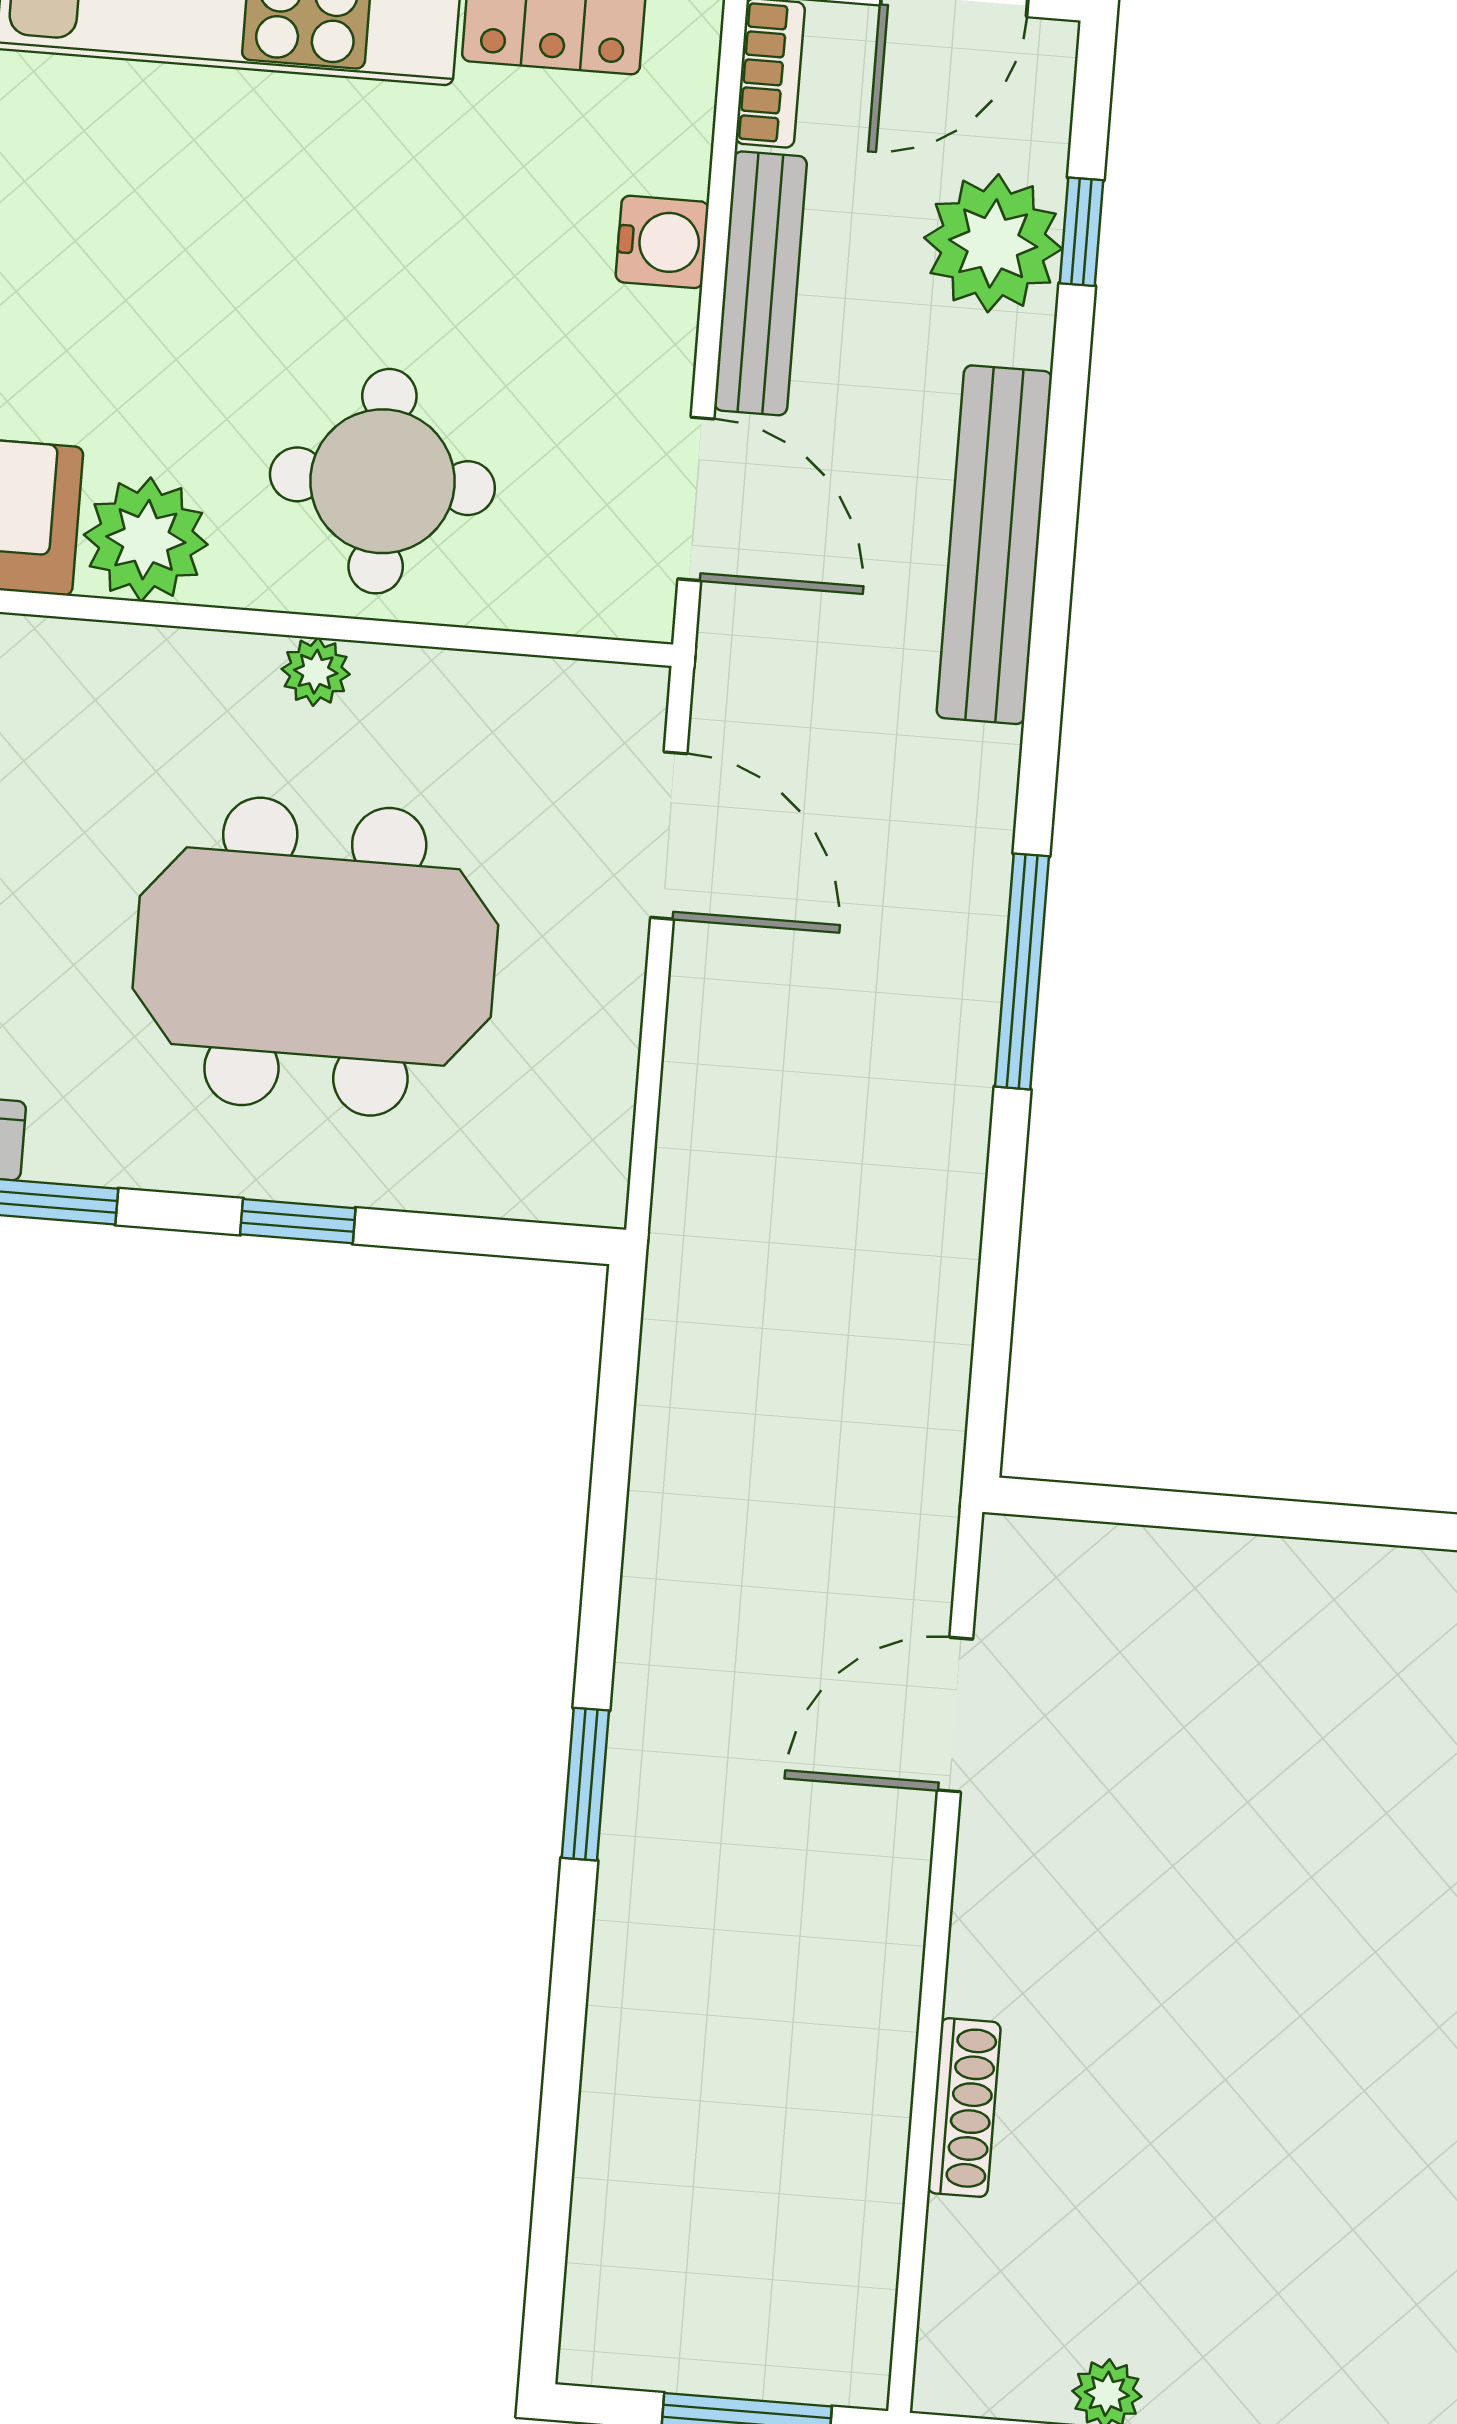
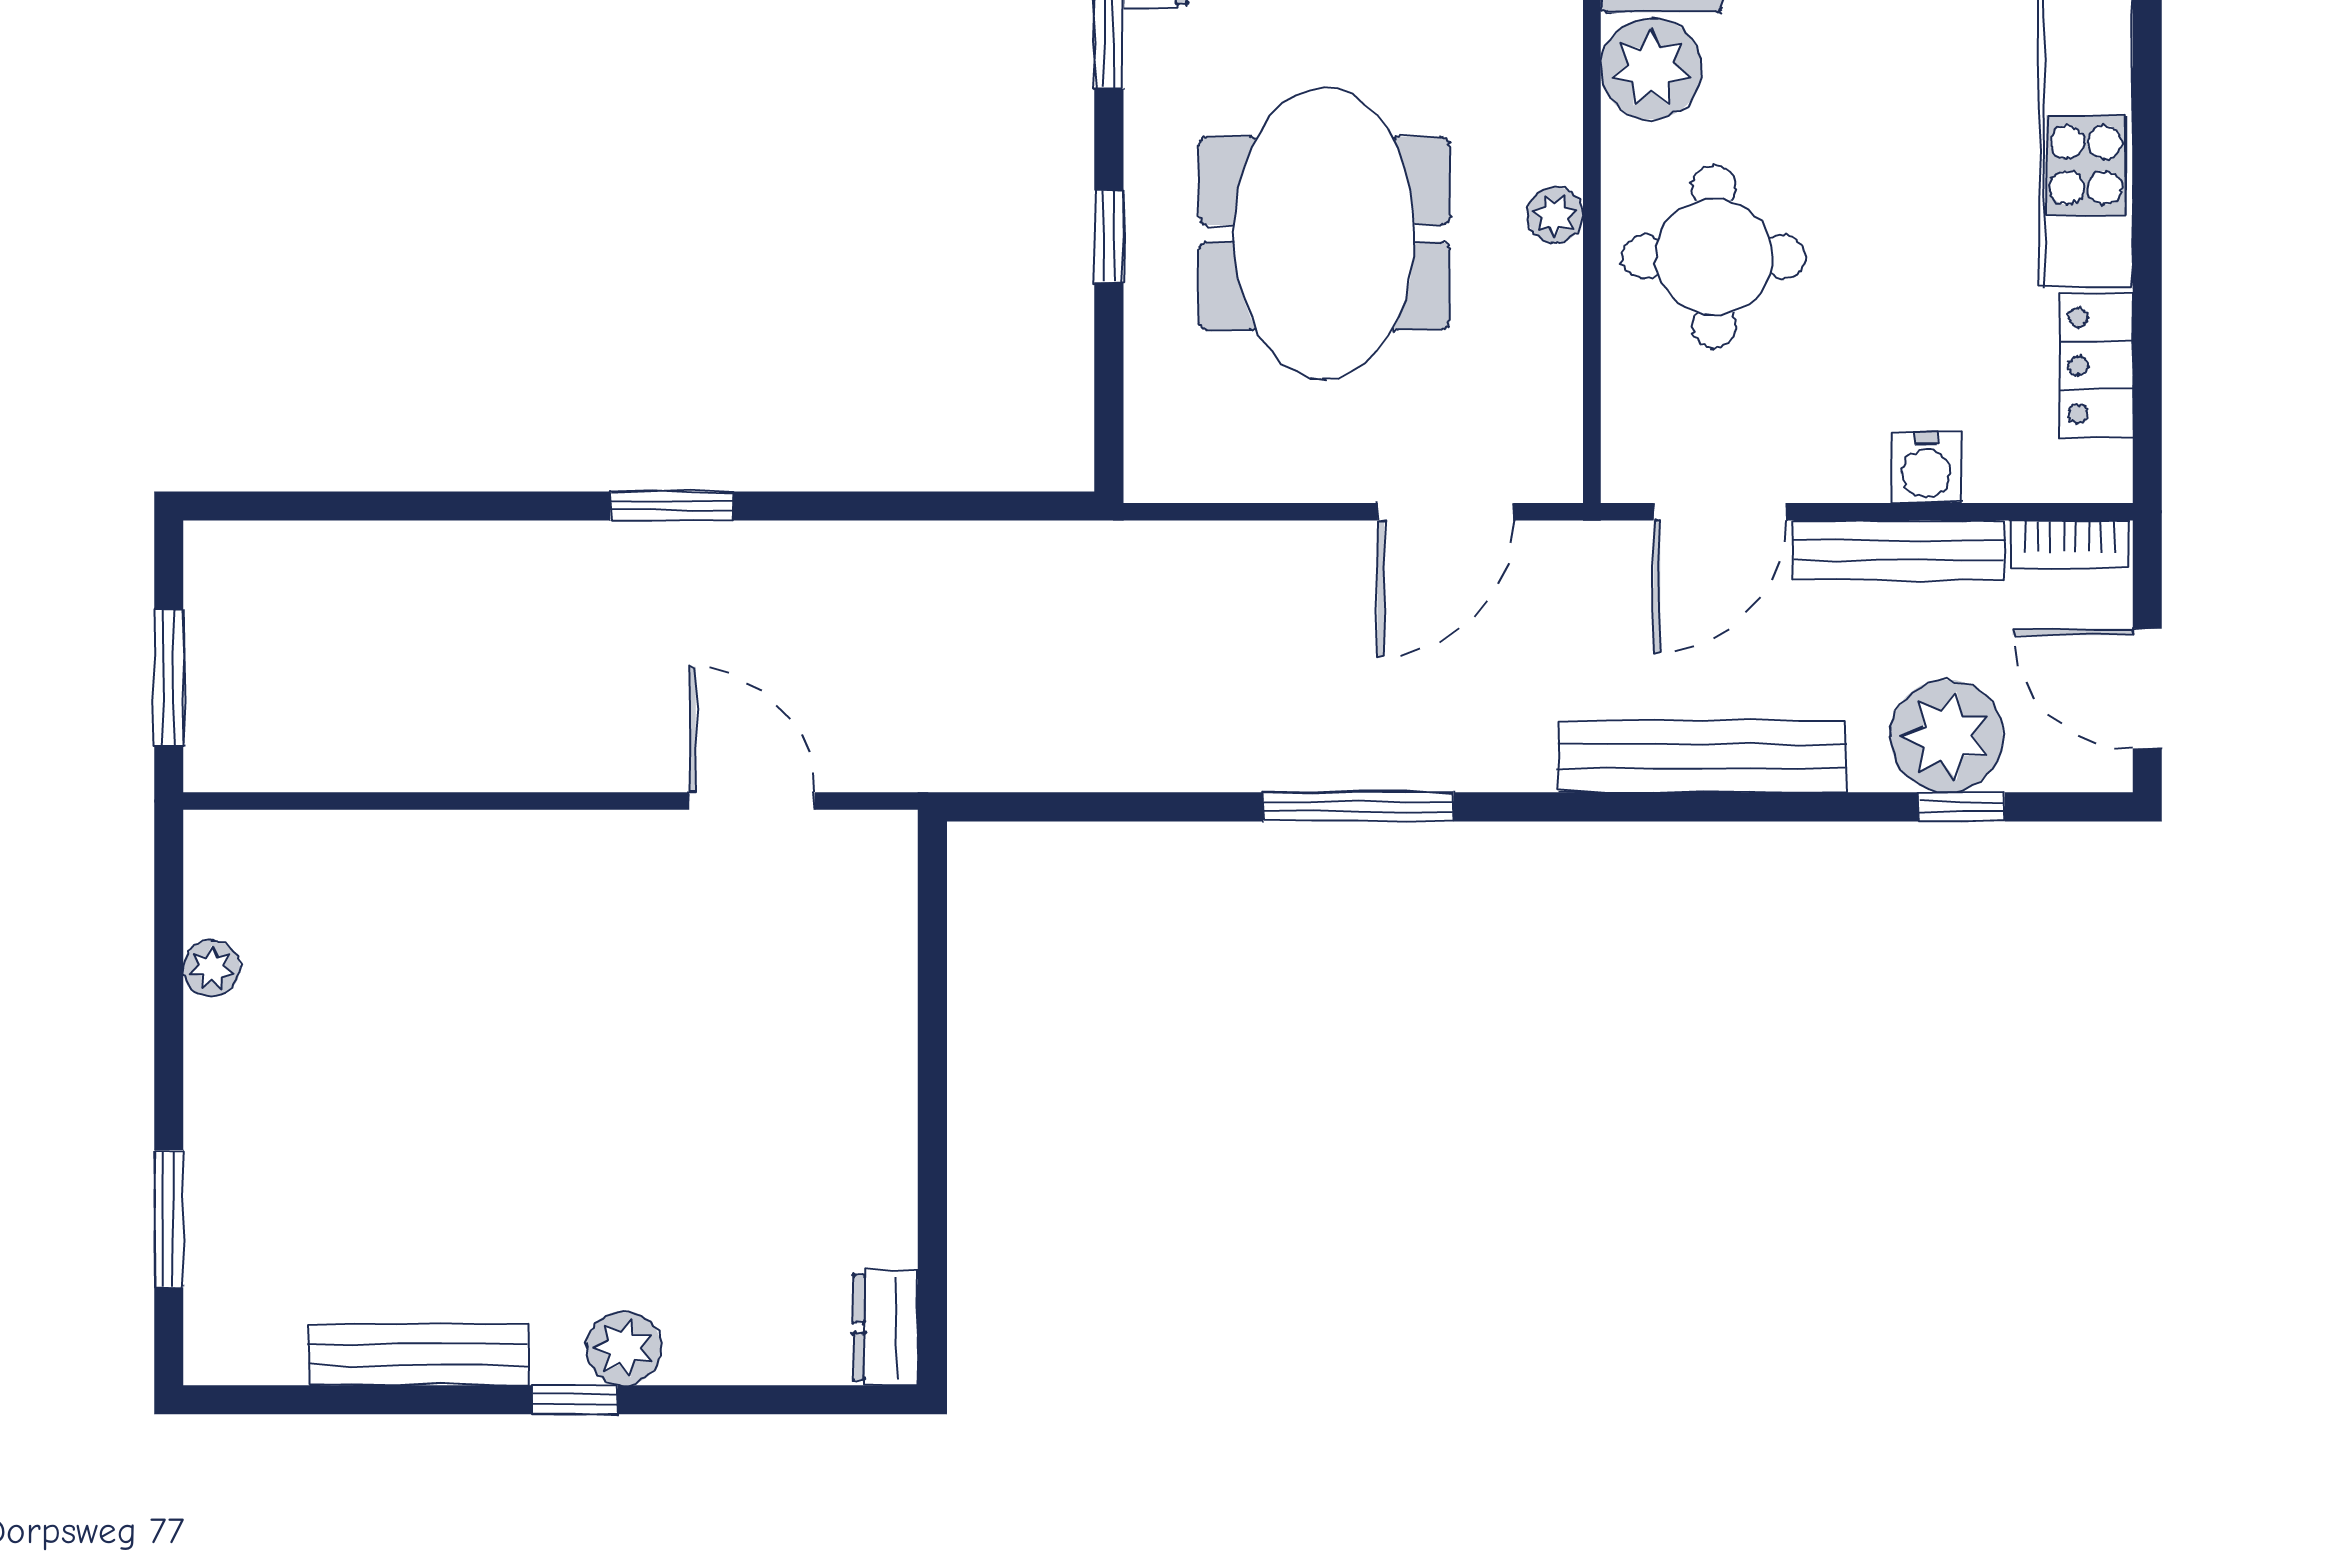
shoe rack: (964, 2108) -> (434, 834), removed

